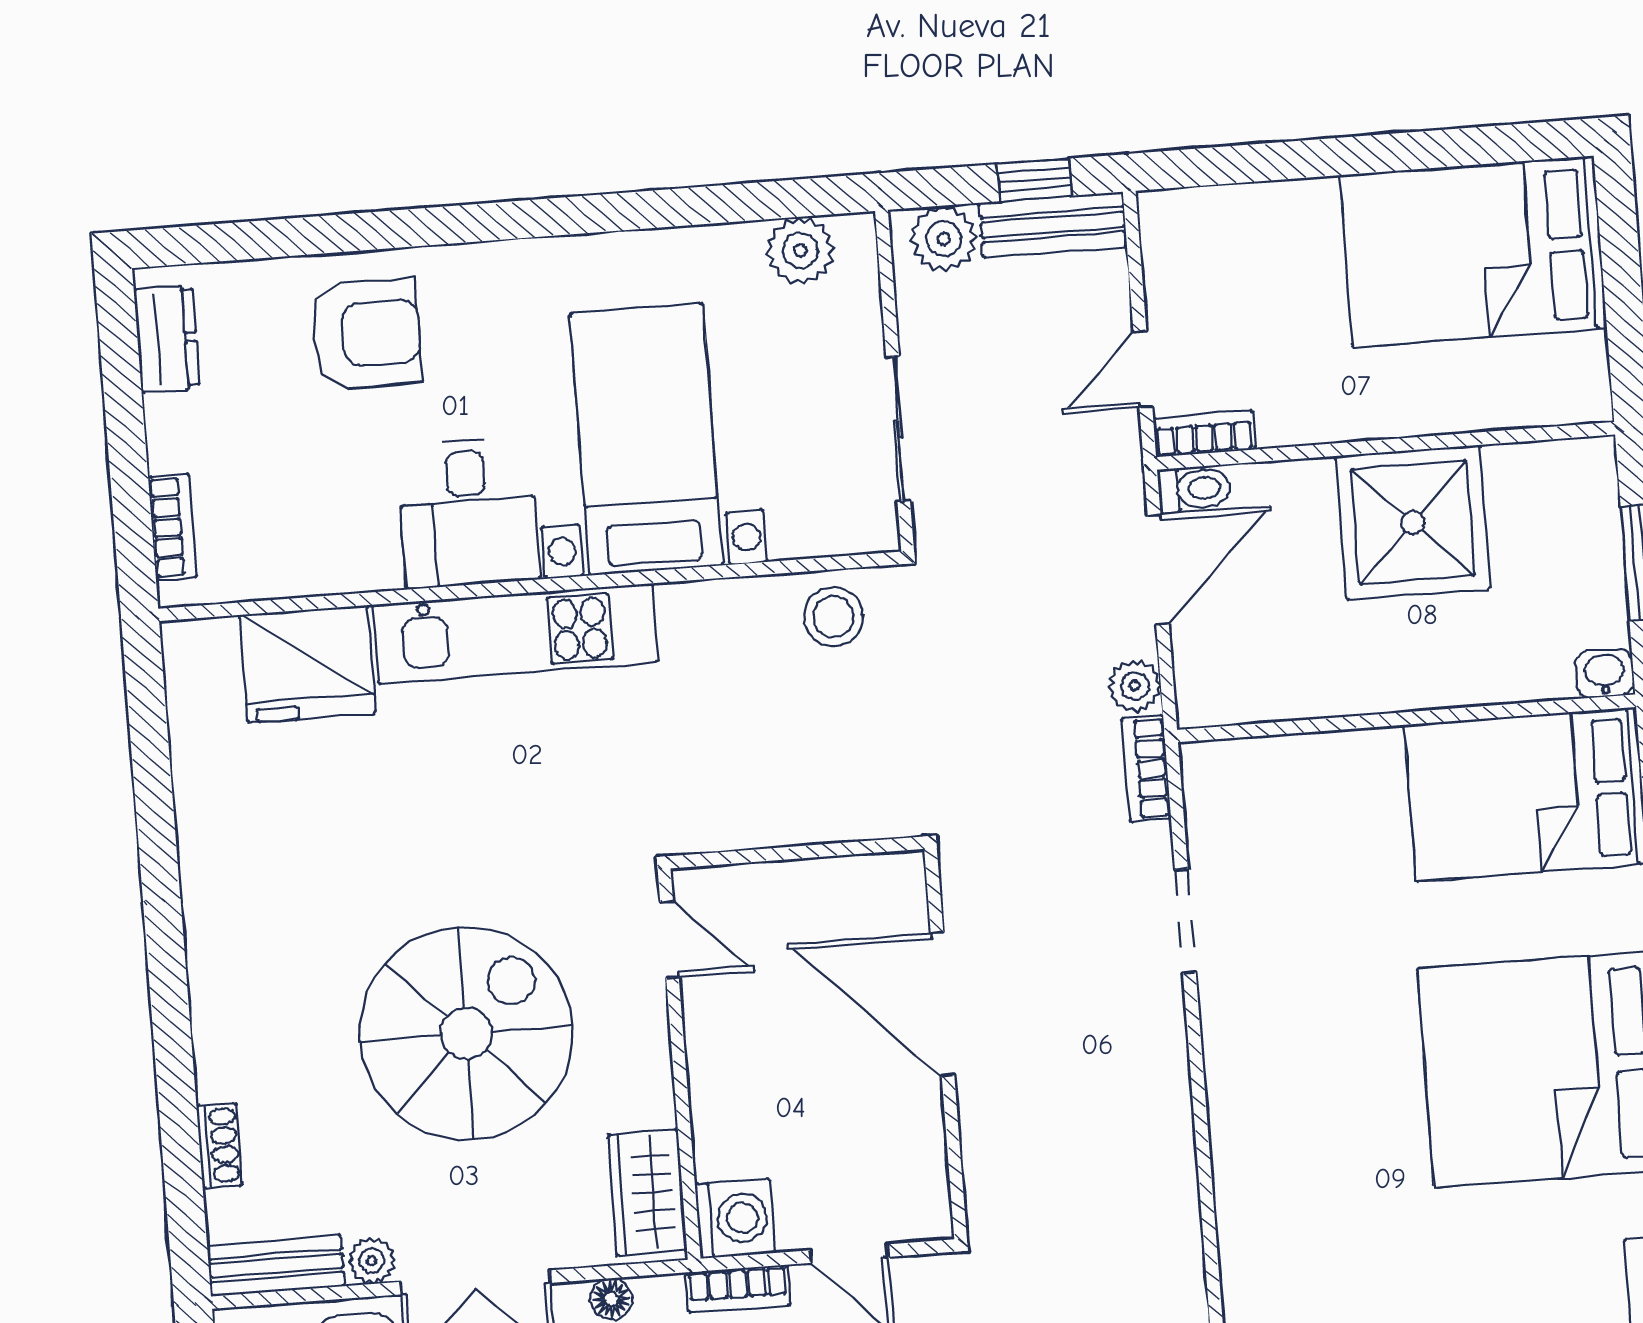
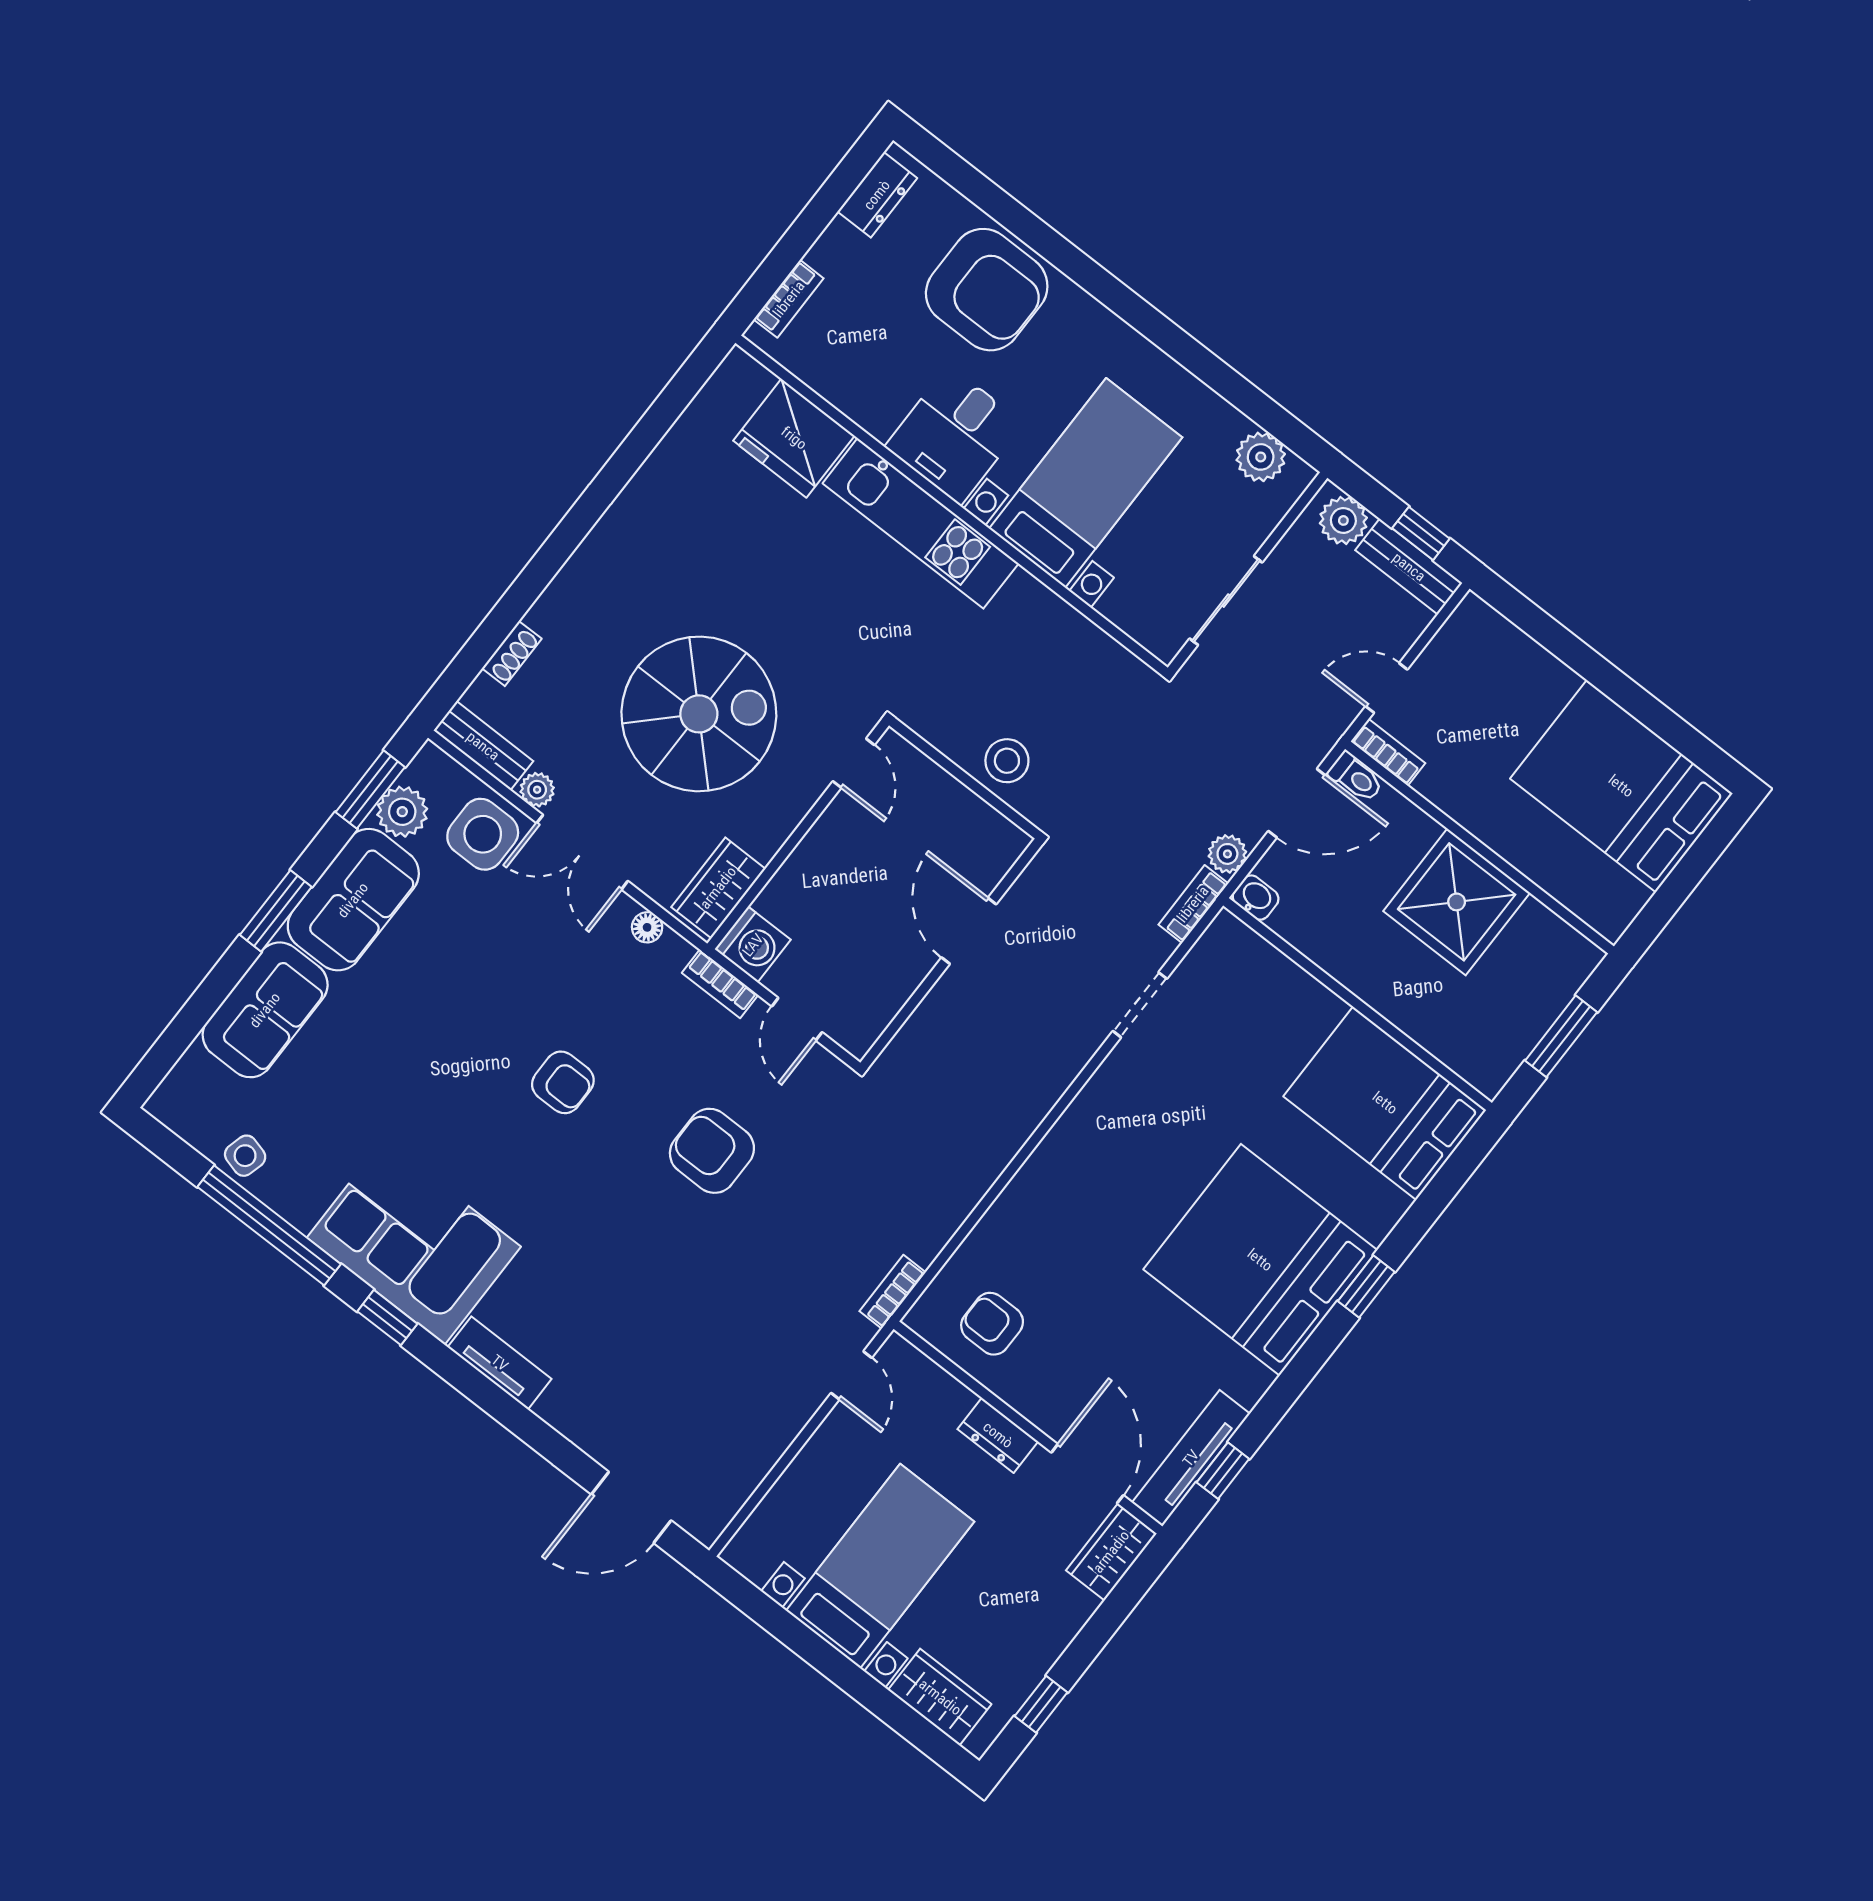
armchair: (366, 334) -> (987, 290), width x1.36, depth x1.36
stool: (833, 617) -> (1007, 761), moved
washbasin: (1605, 673) -> (1256, 898), moved
door: (942, 1004) -> (969, 931), width x0.73

